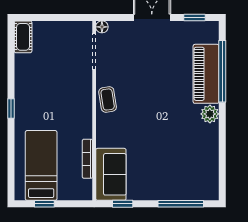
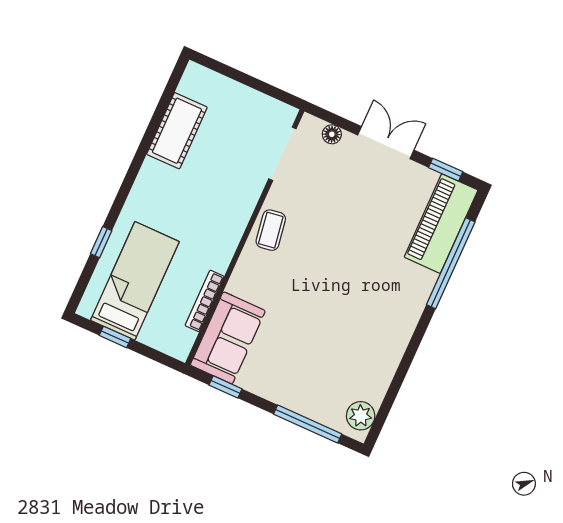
floor lamp: (102, 27) -> (332, 134), moved
cot: (23, 37) -> (177, 131), moved, width x1.37, depth x1.34
piano: (206, 74) -> (441, 224), moved
window: (11, 108) -> (101, 242), moved
plant: (210, 114) -> (361, 416), moved

